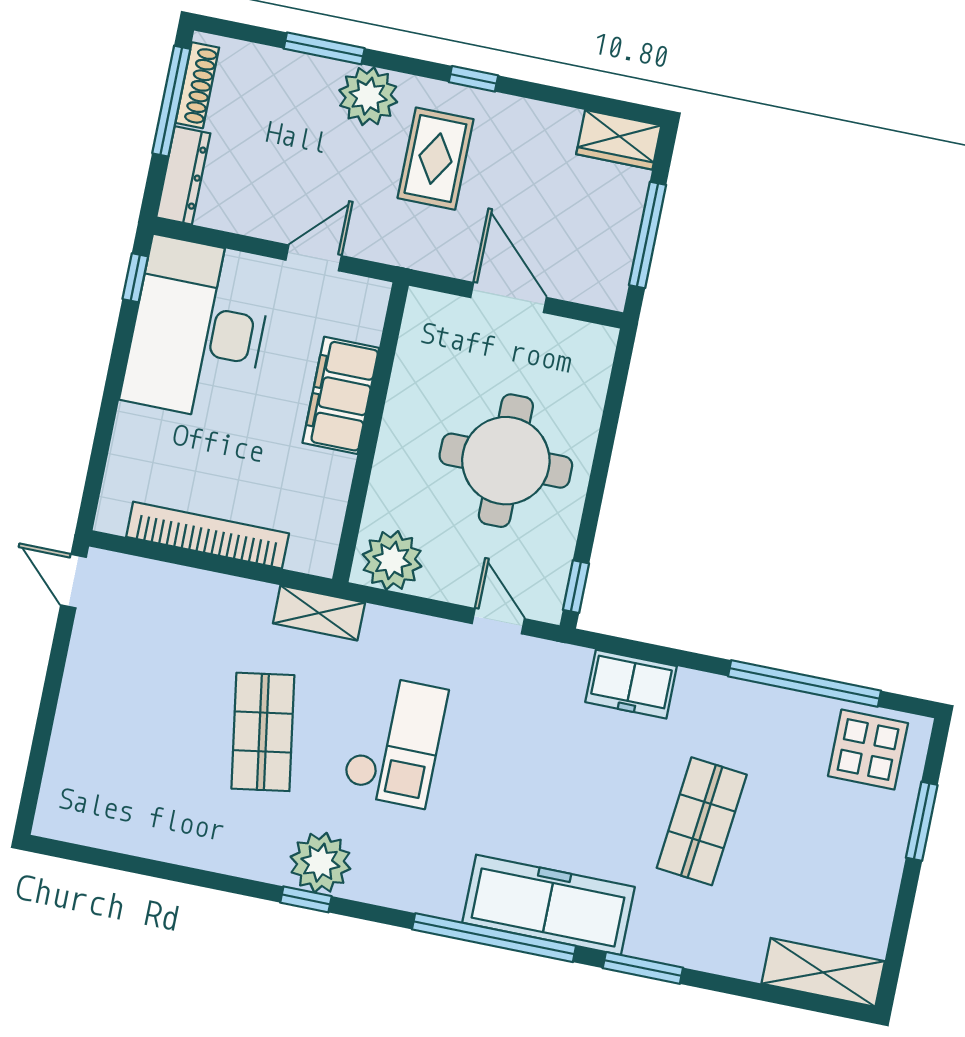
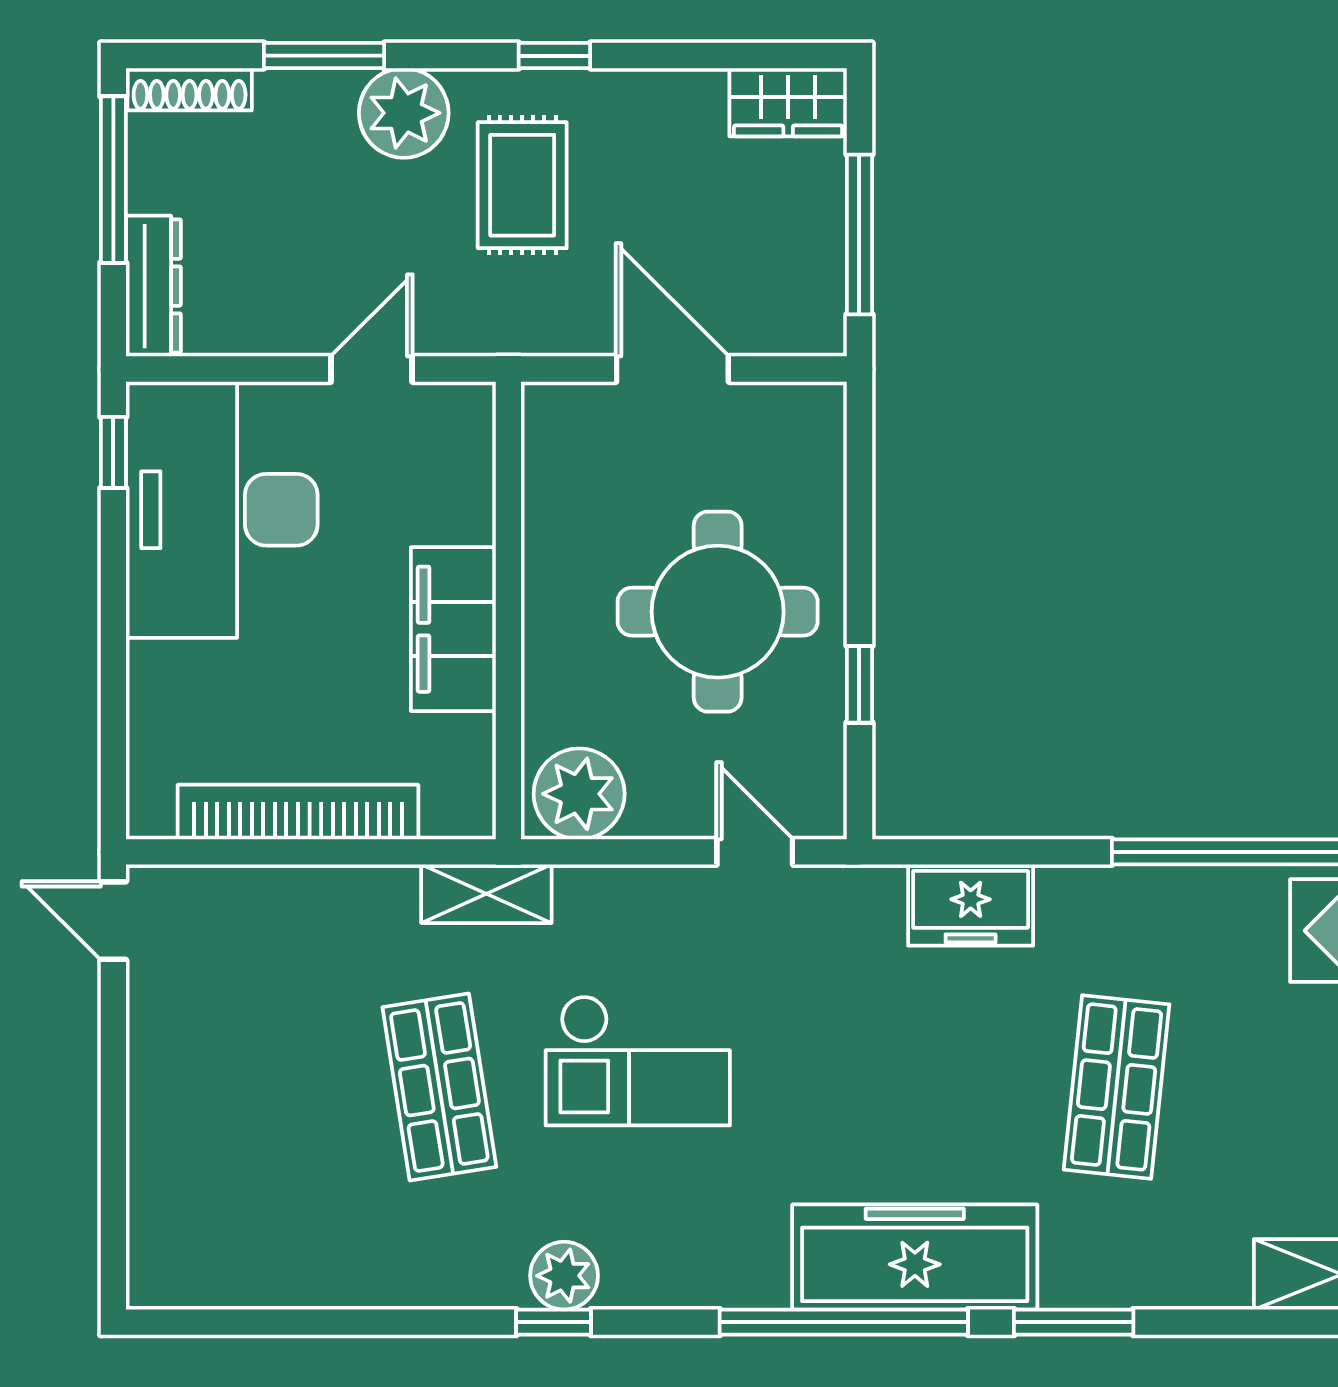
shoe rack: (197, 85) -> (190, 89), moved, turned 90
filing cabinet: (341, 395) -> (453, 629), moved
window: (576, 587) -> (859, 684), moved
checkout: (395, 741) -> (638, 1061), turned 90
plant: (320, 863) -> (564, 1276), width x0.73, depth x0.73

